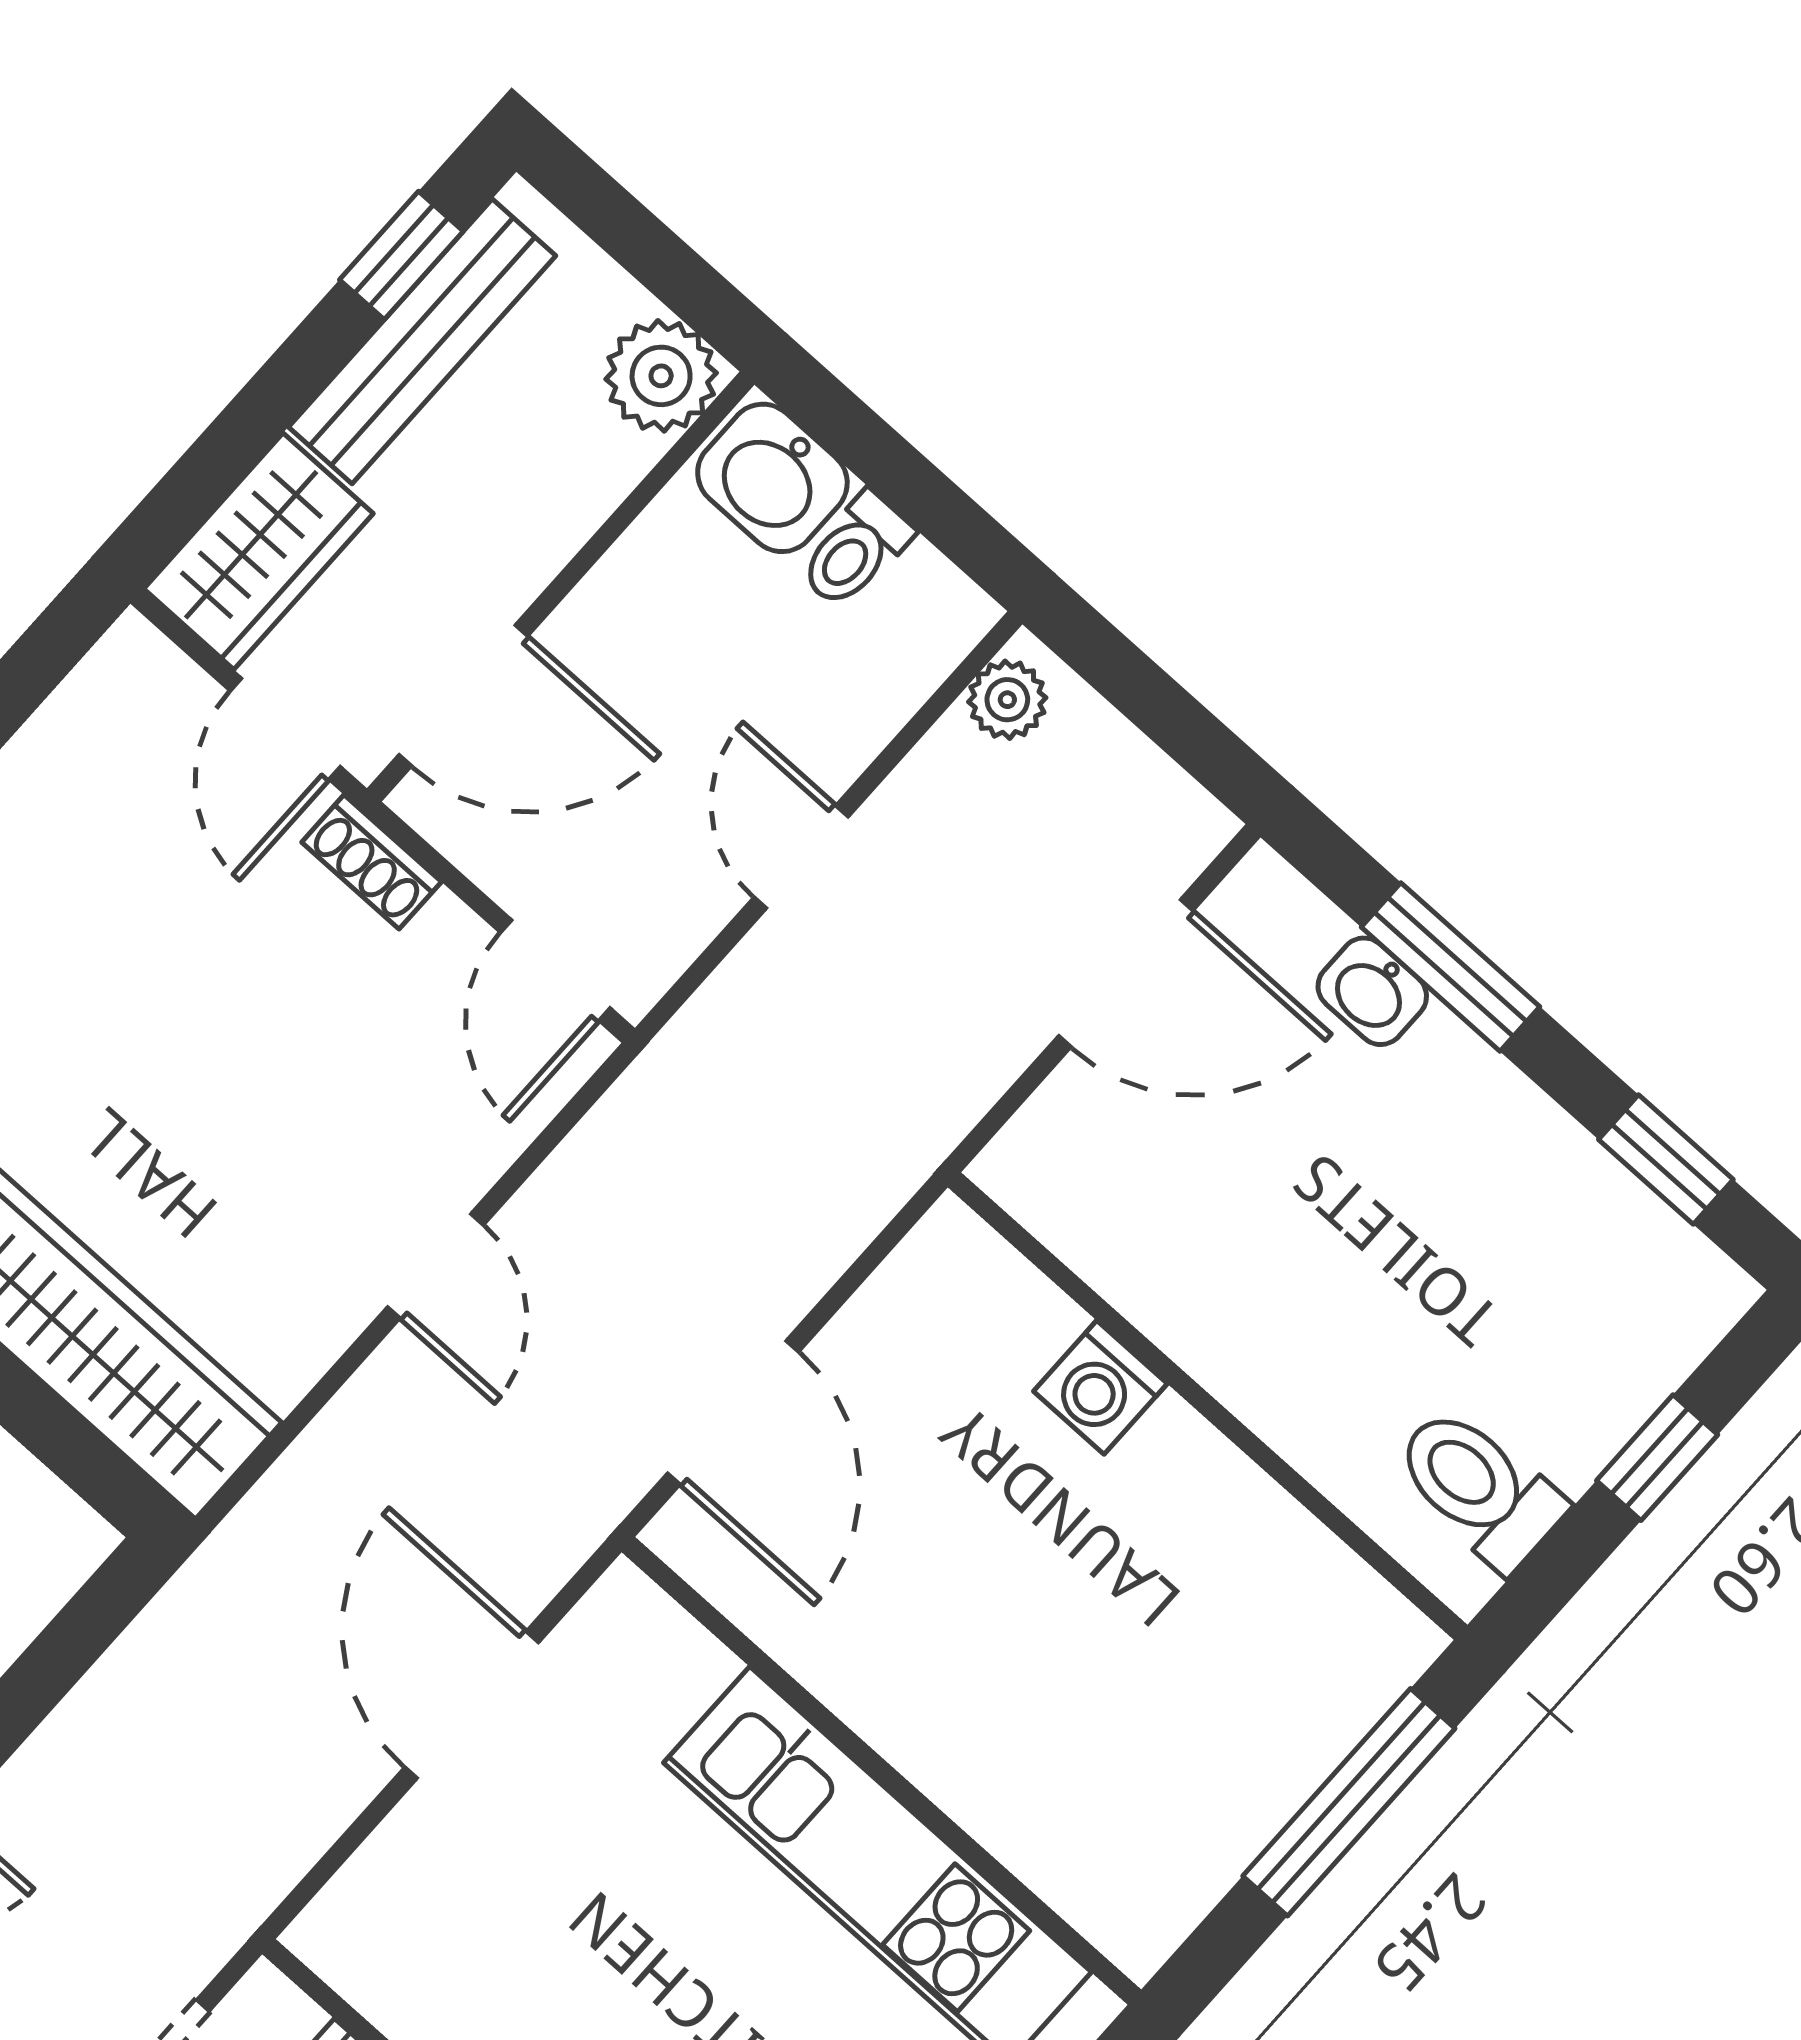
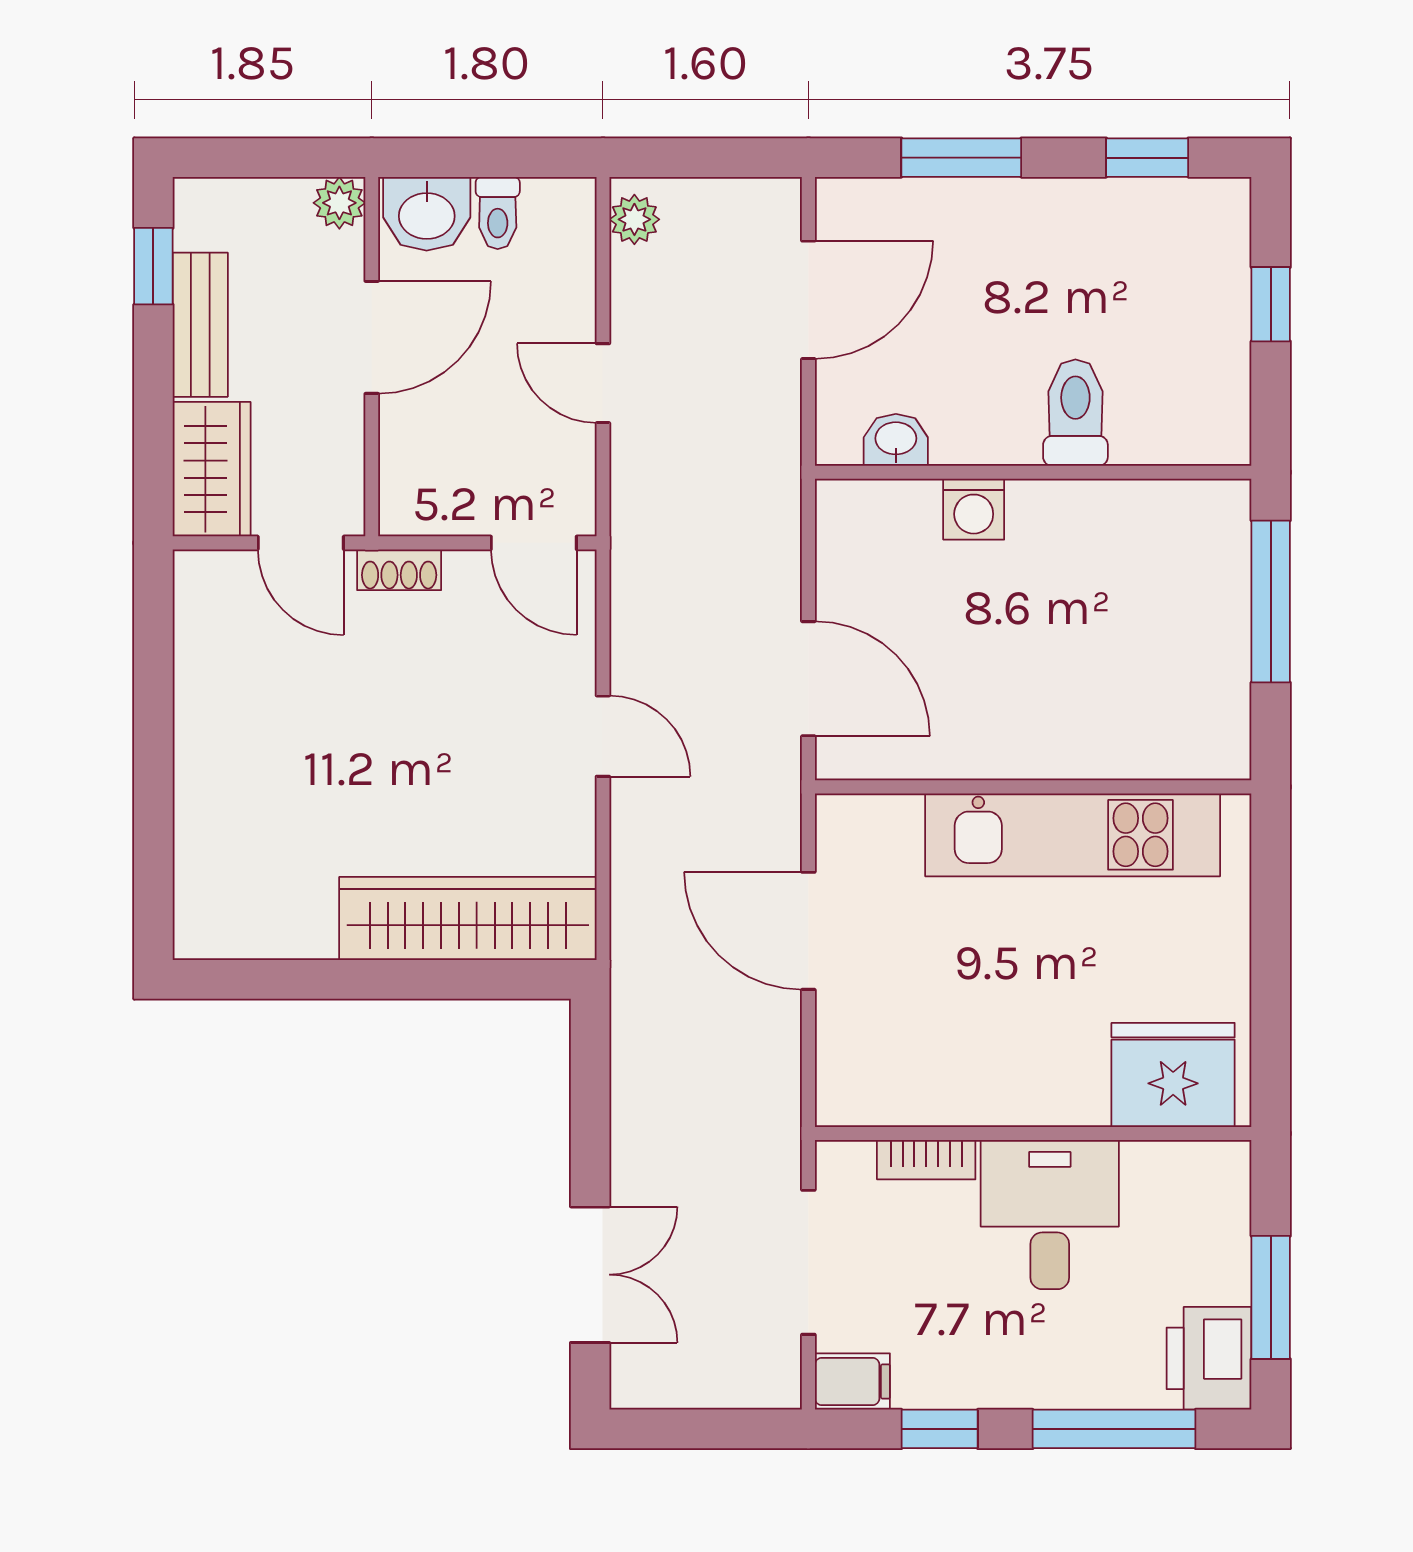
bench: (422, 341) -> (200, 325), width x0.73
plant: (661, 376) -> (339, 203), width x0.73, depth x0.73
door: (463, 695) -> (372, 337), moved
washbasin: (1372, 991) -> (896, 440), moved, turned 180
toilet: (1479, 1488) -> (1075, 413), moved, turned 90

